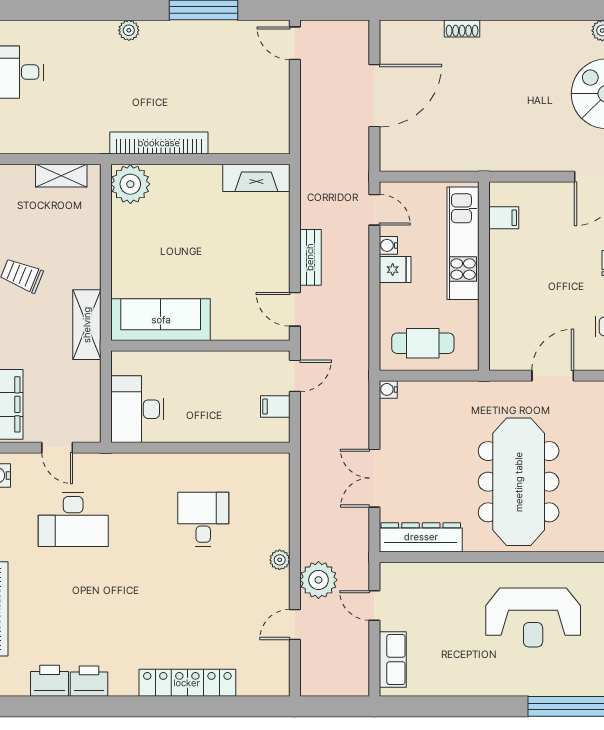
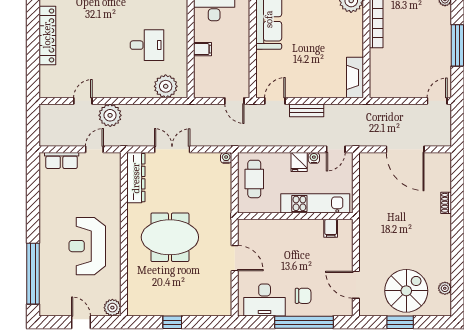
filing cabinet: (275, 407) -> (203, 49), moved, turned 90
meeting table: (519, 482) -> (170, 237), width x0.73
plant: (280, 560) -> (166, 86), moved, width x1.87, depth x1.87
door: (295, 625) -> (83, 101), hinge flipped

